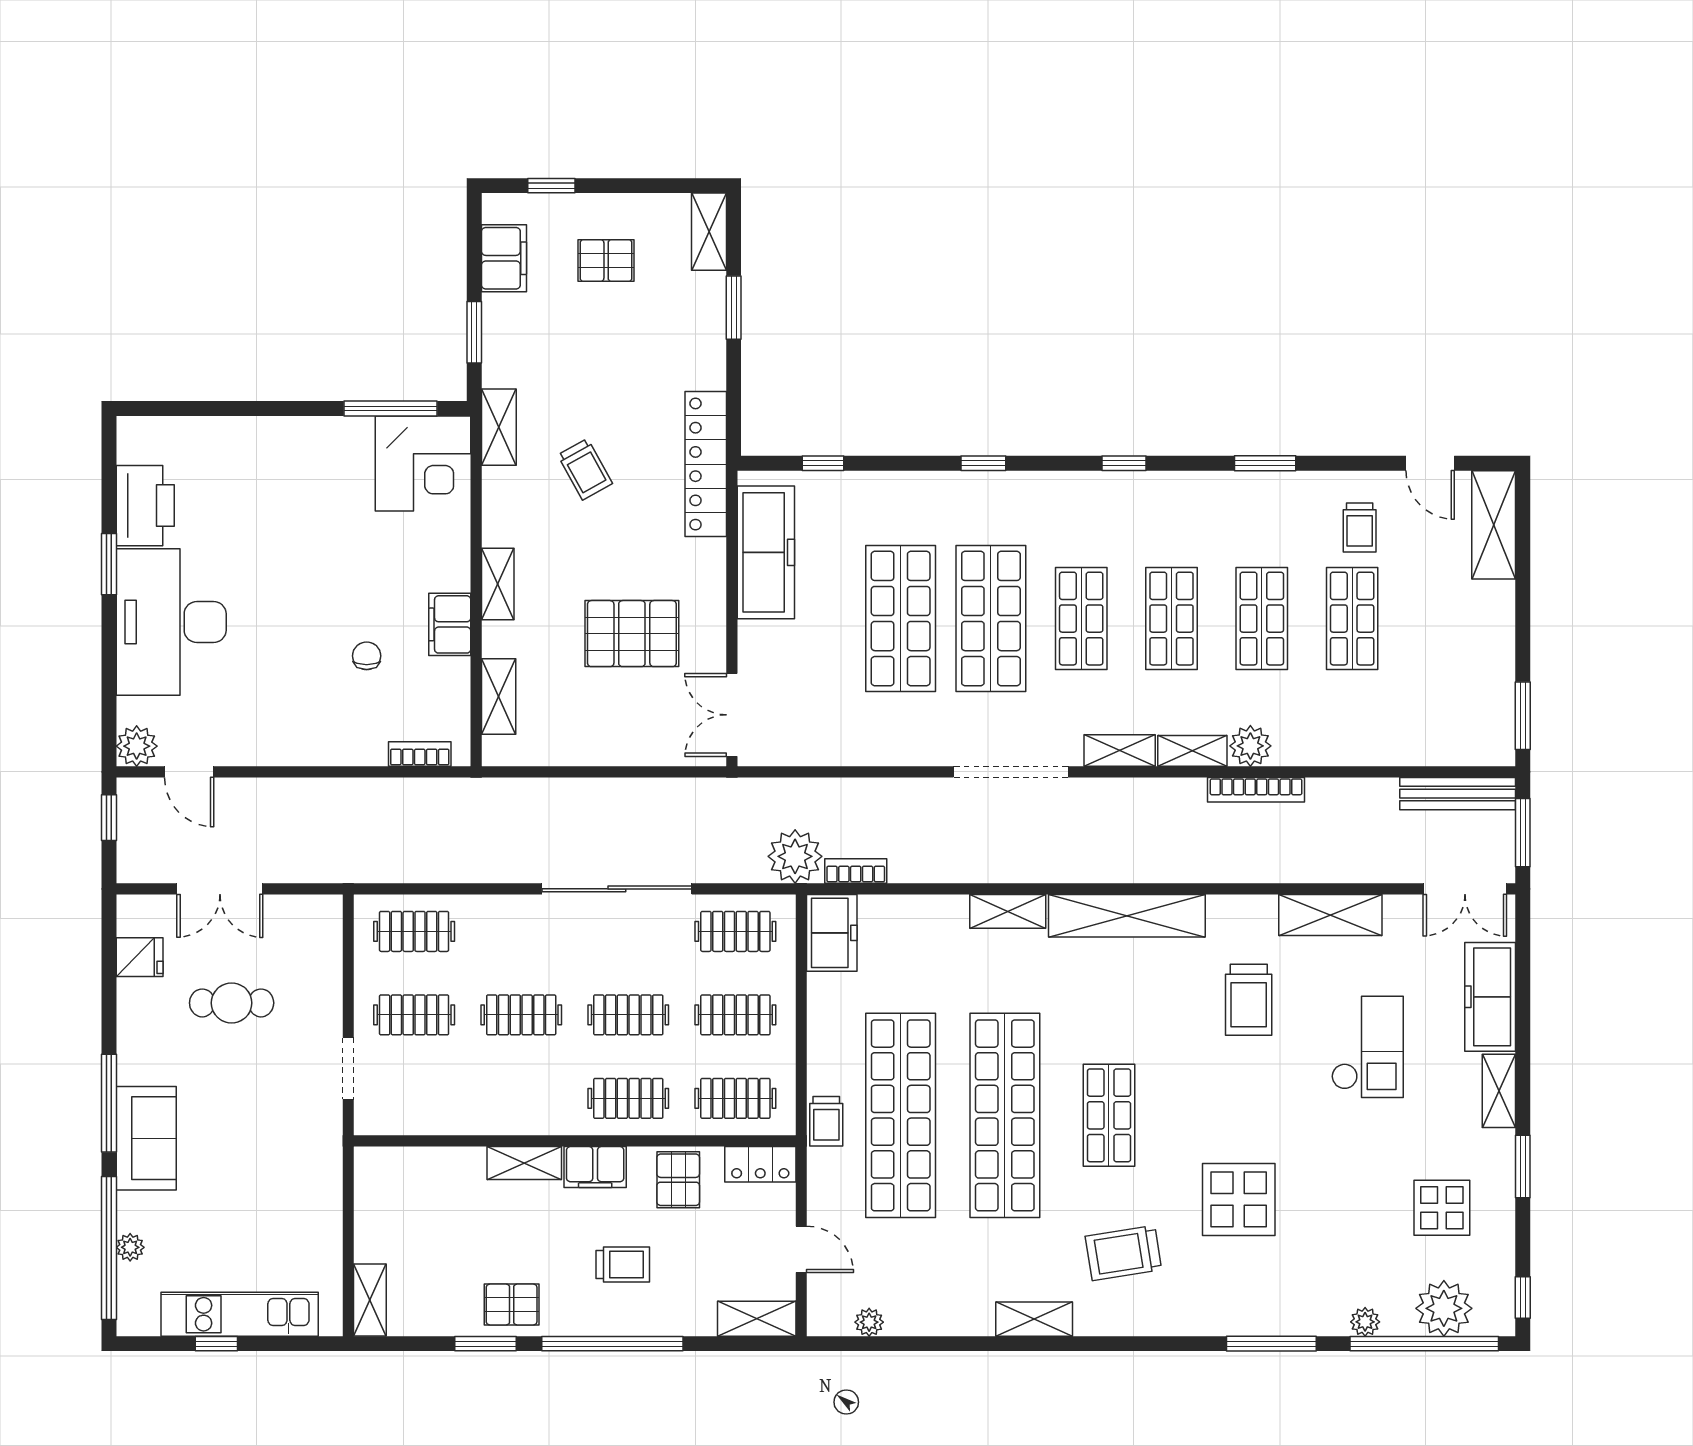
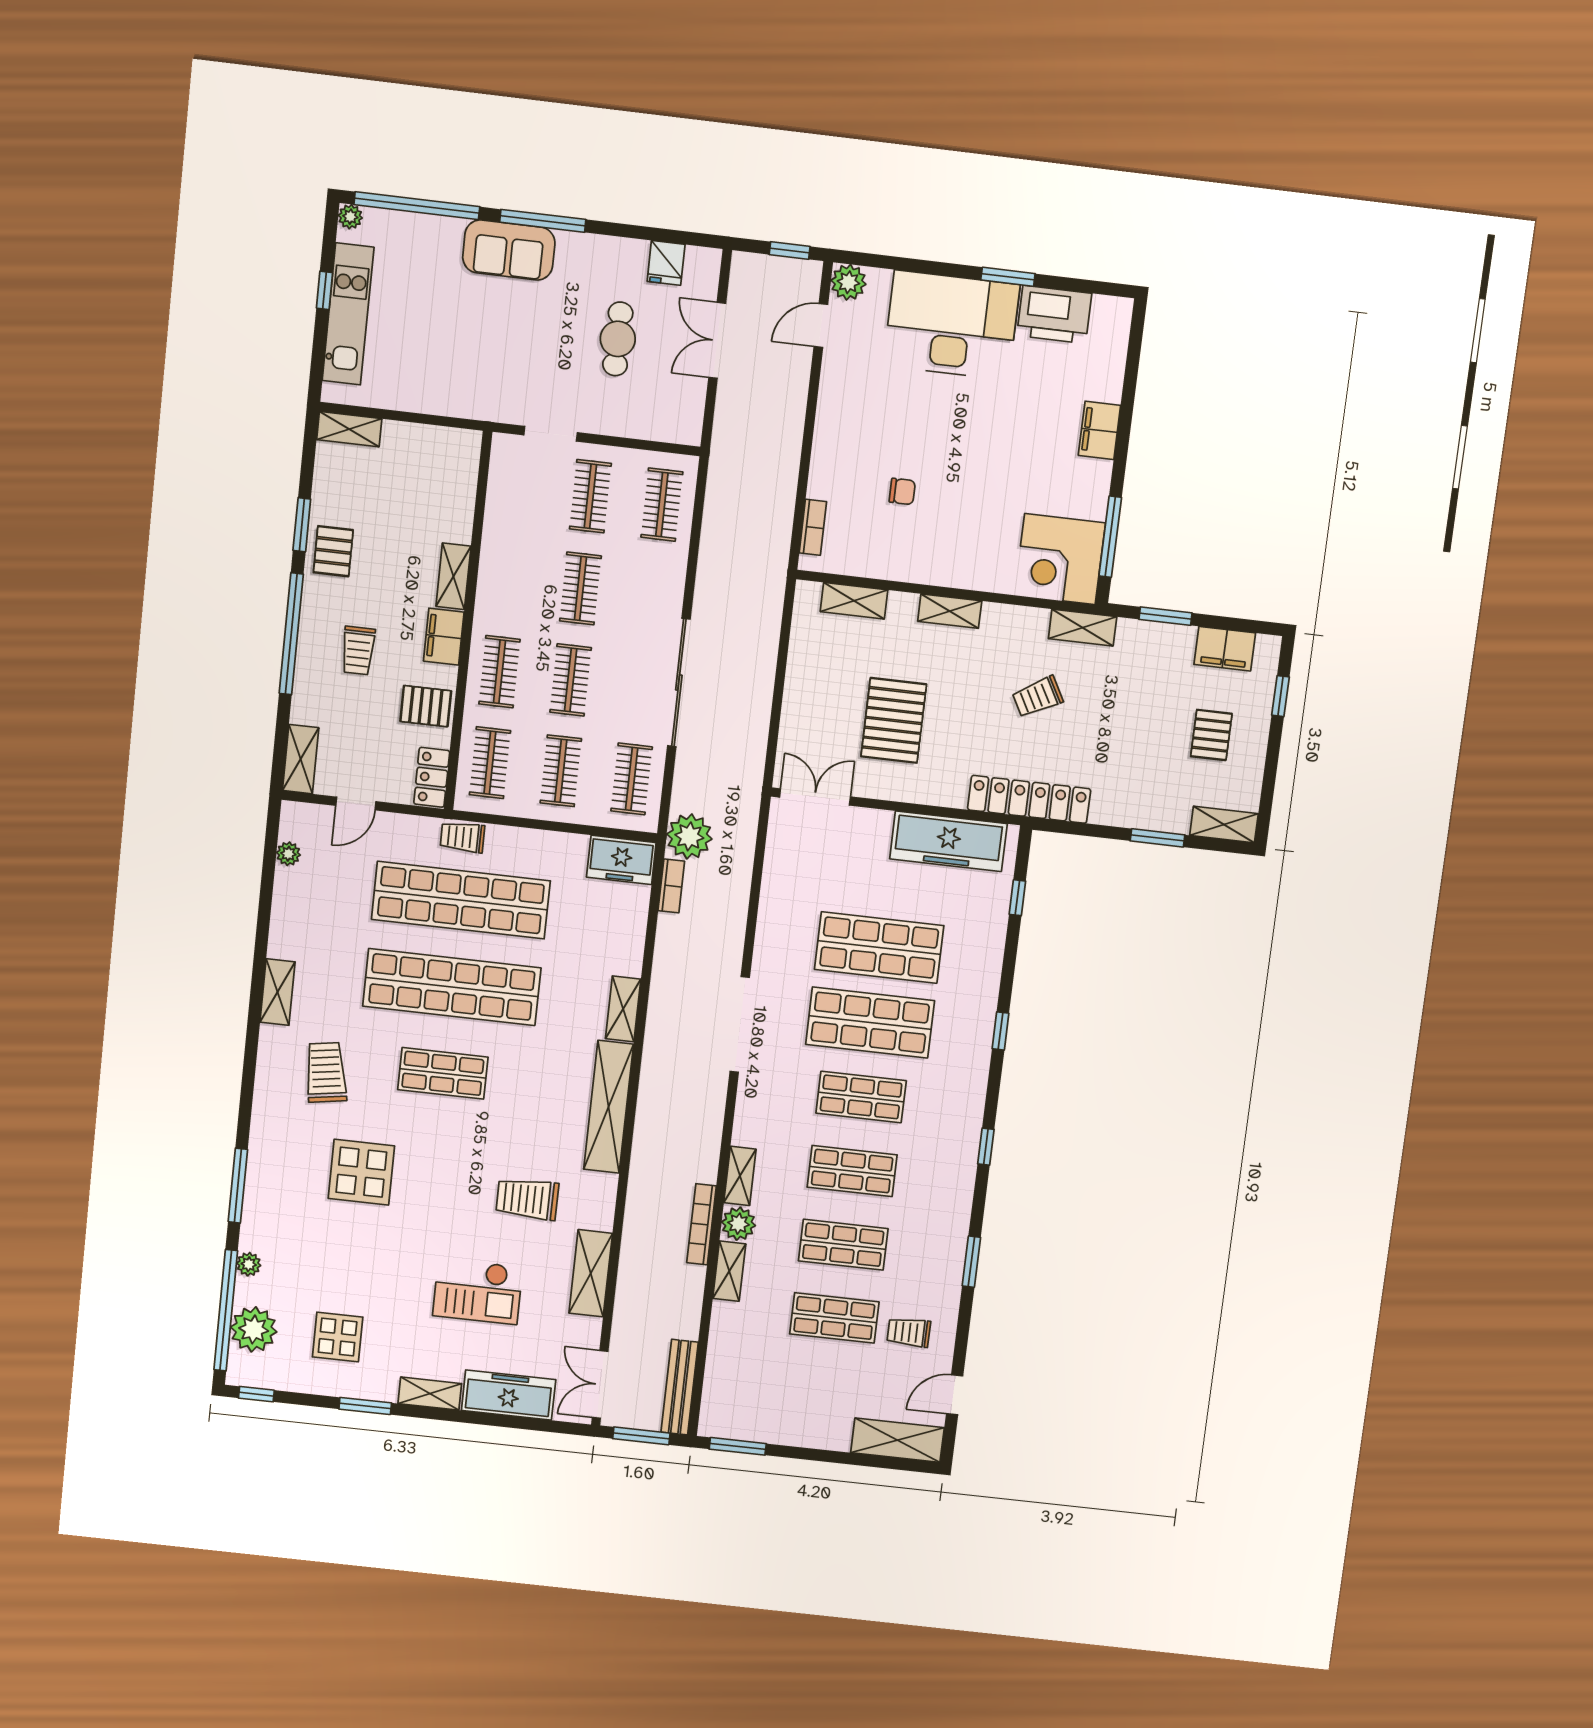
filing cabinet: (450, 624) -> (1099, 430), moved, turned -90
shelving: (1120, 751) -> (729, 1271), moved
plant: (130, 1247) -> (350, 217), moved

